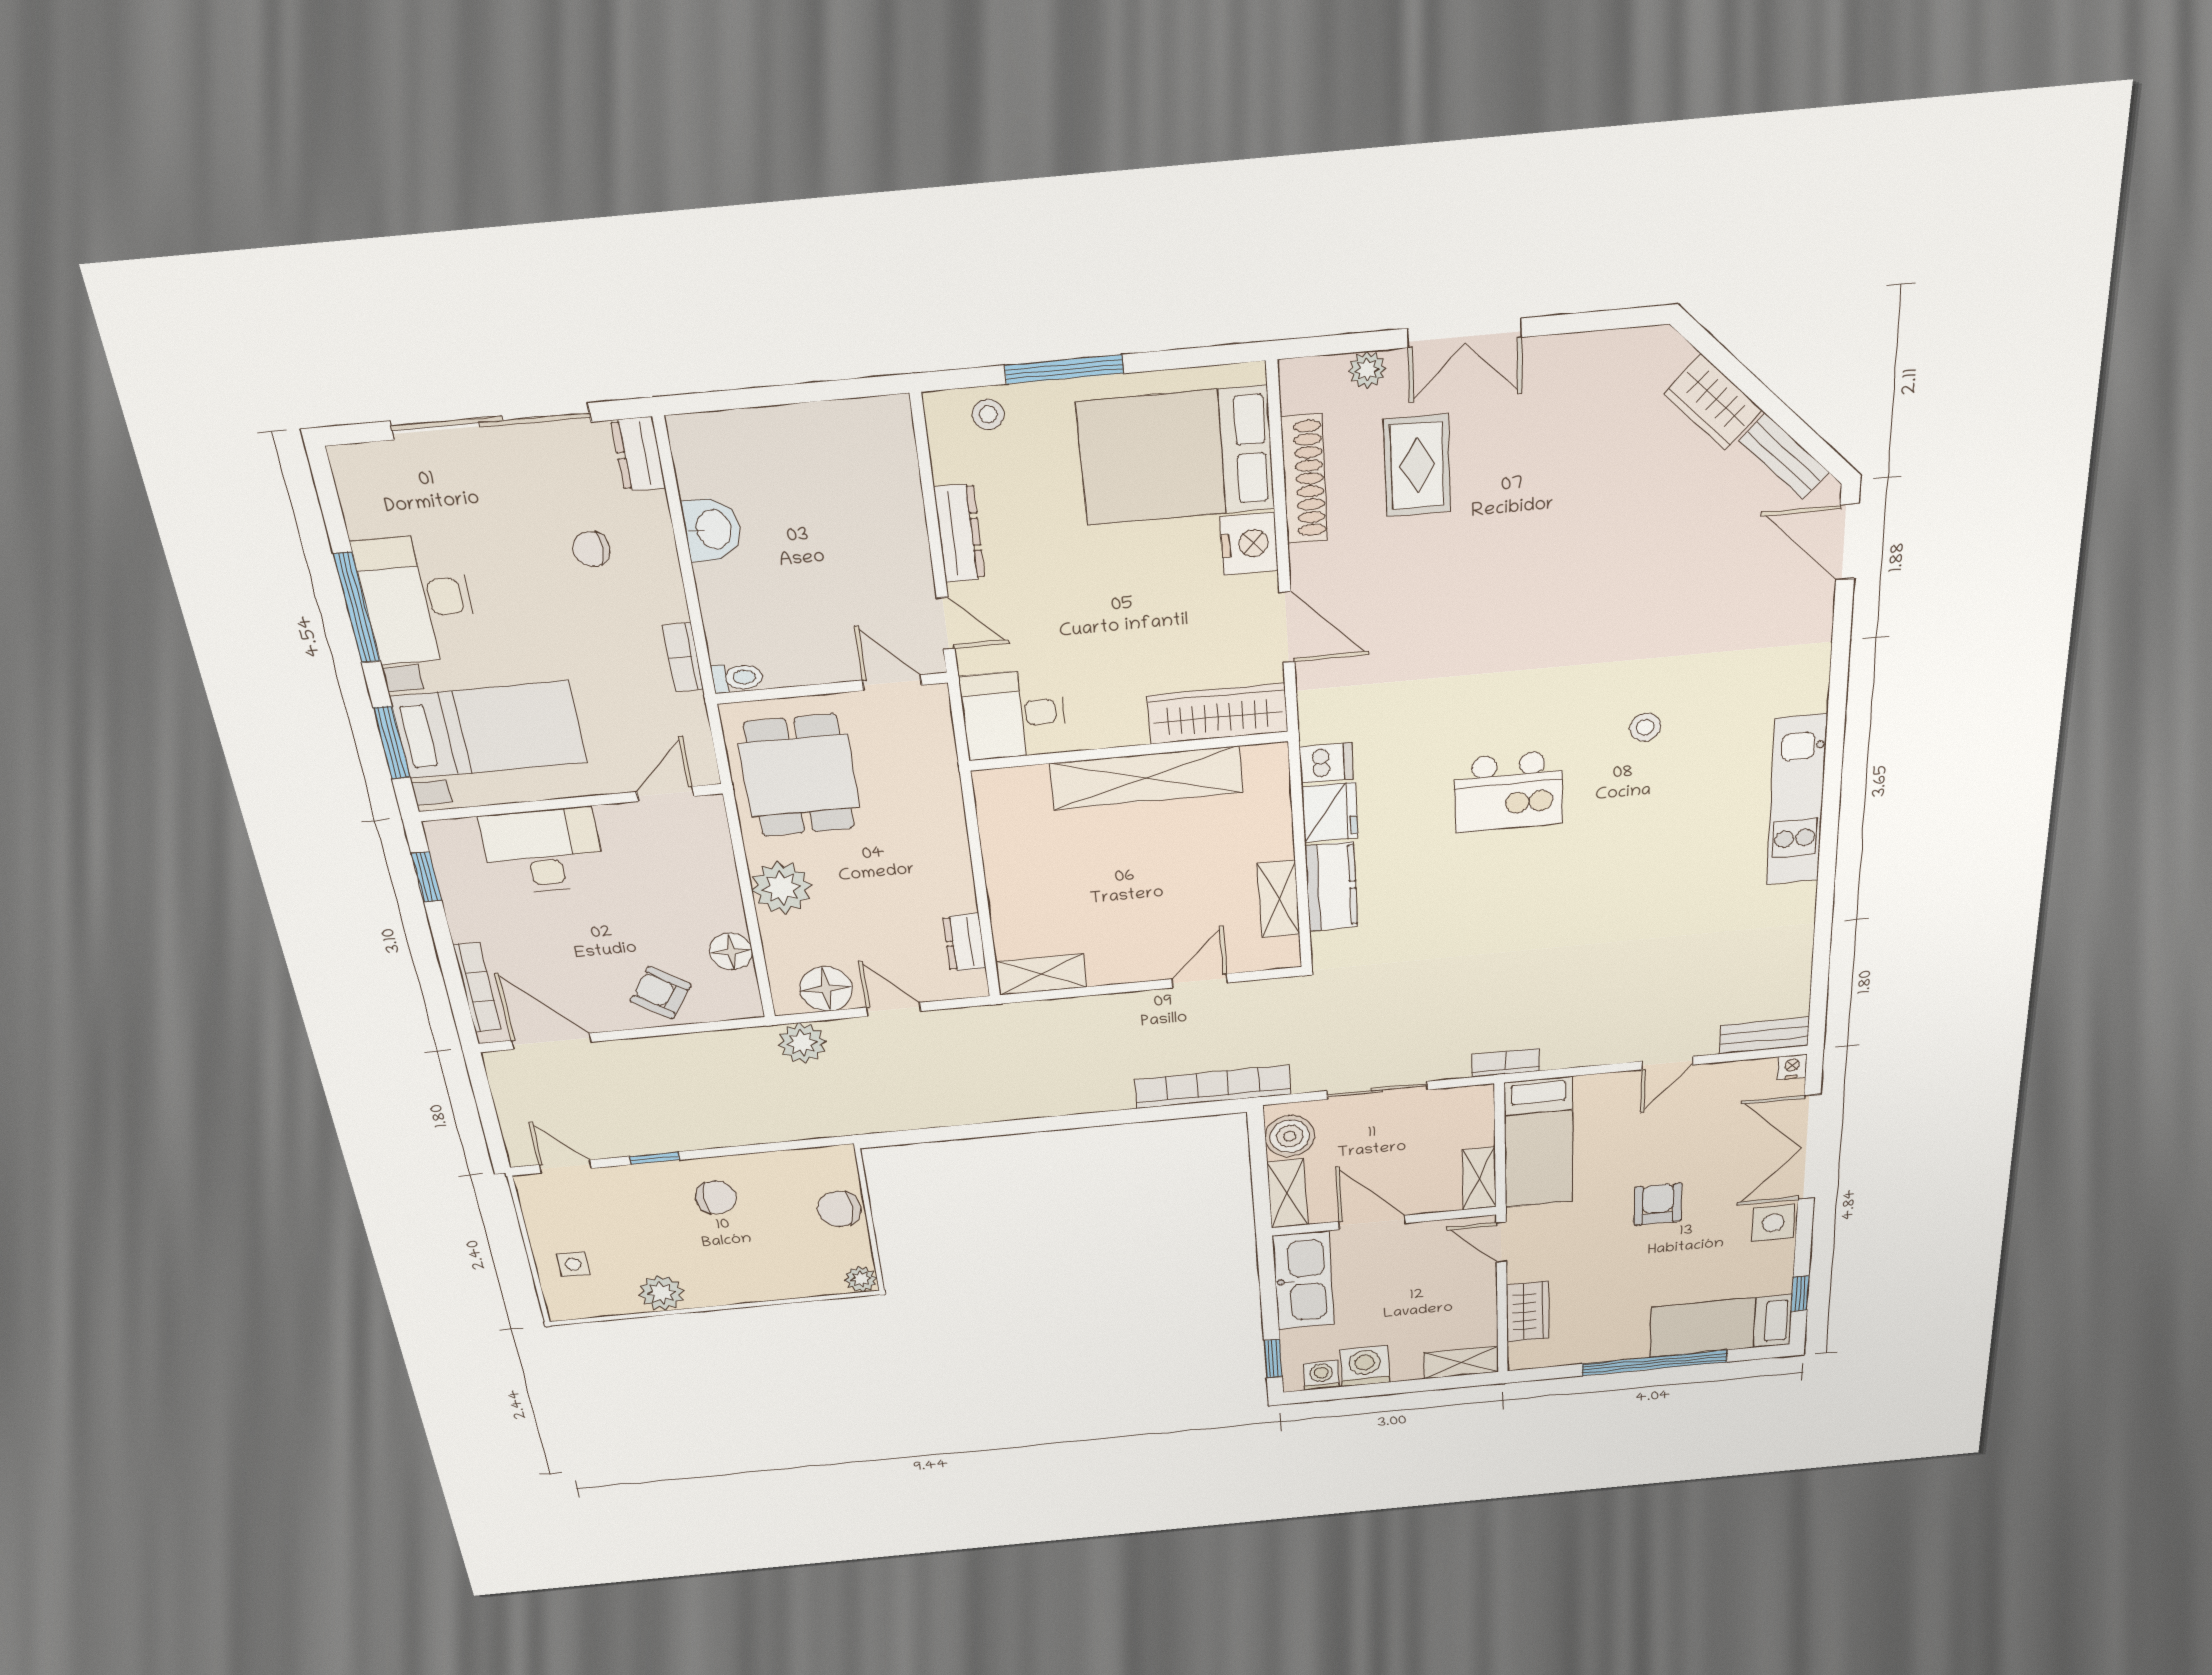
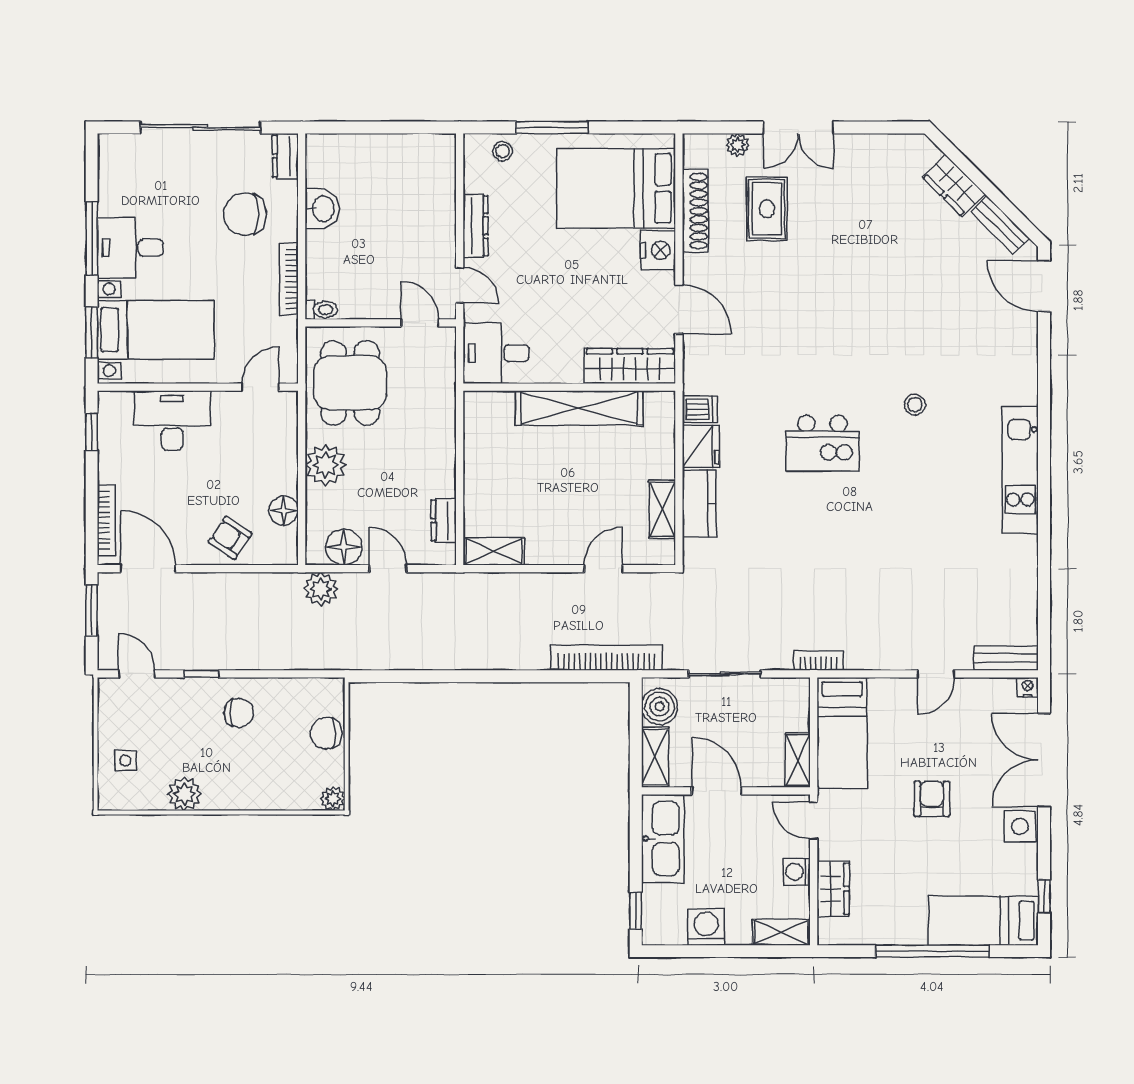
chair: (591, 549) -> (245, 214), width x1.87, depth x1.87
desk: (417, 599) -> (130, 248), width x0.73
bookcase: (683, 657) -> (289, 279), width x1.56
window: (484, 1099) -> (92, 610), added
washing machine: (1321, 1375) -> (797, 872), moved, turned -90

